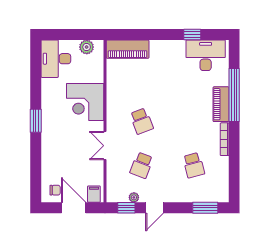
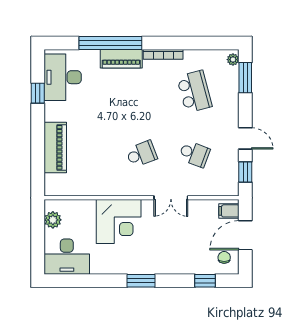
piano: (128, 49) -> (55, 147), moved
school desk: (194, 165) -> (194, 92), width x1.85
window: (36, 174) -> (205, 281), added
plant: (134, 197) -> (233, 60), moved

